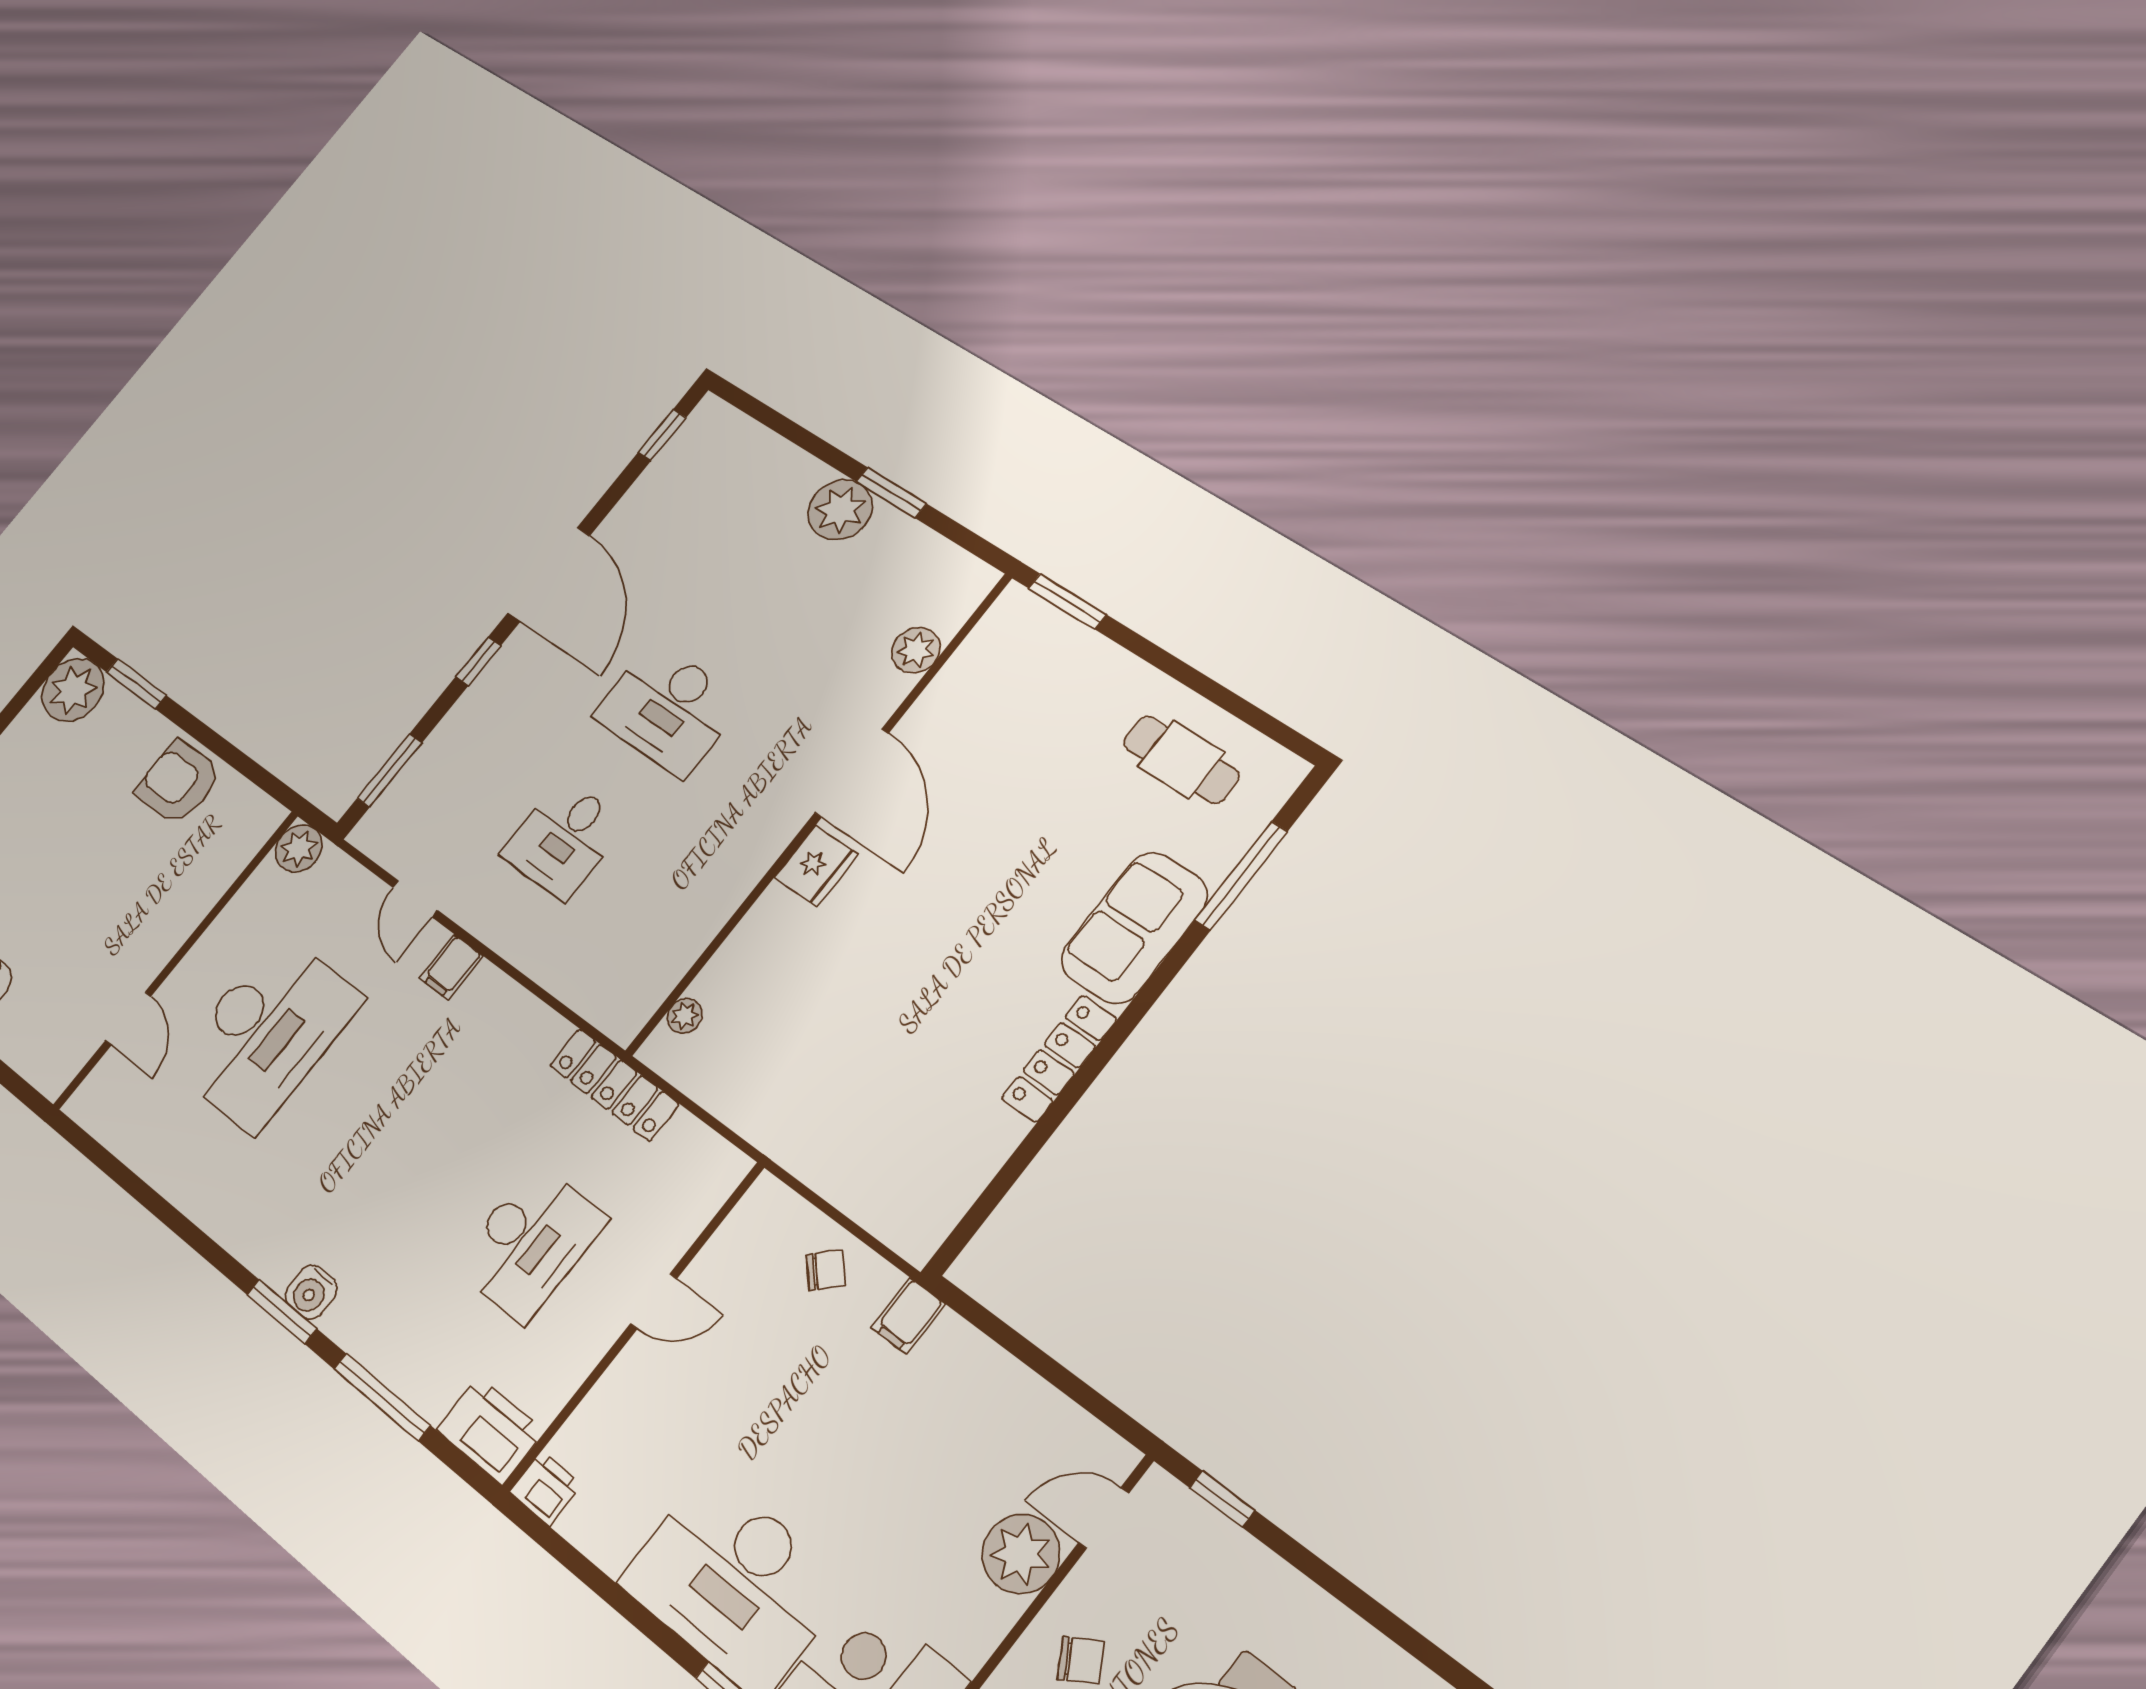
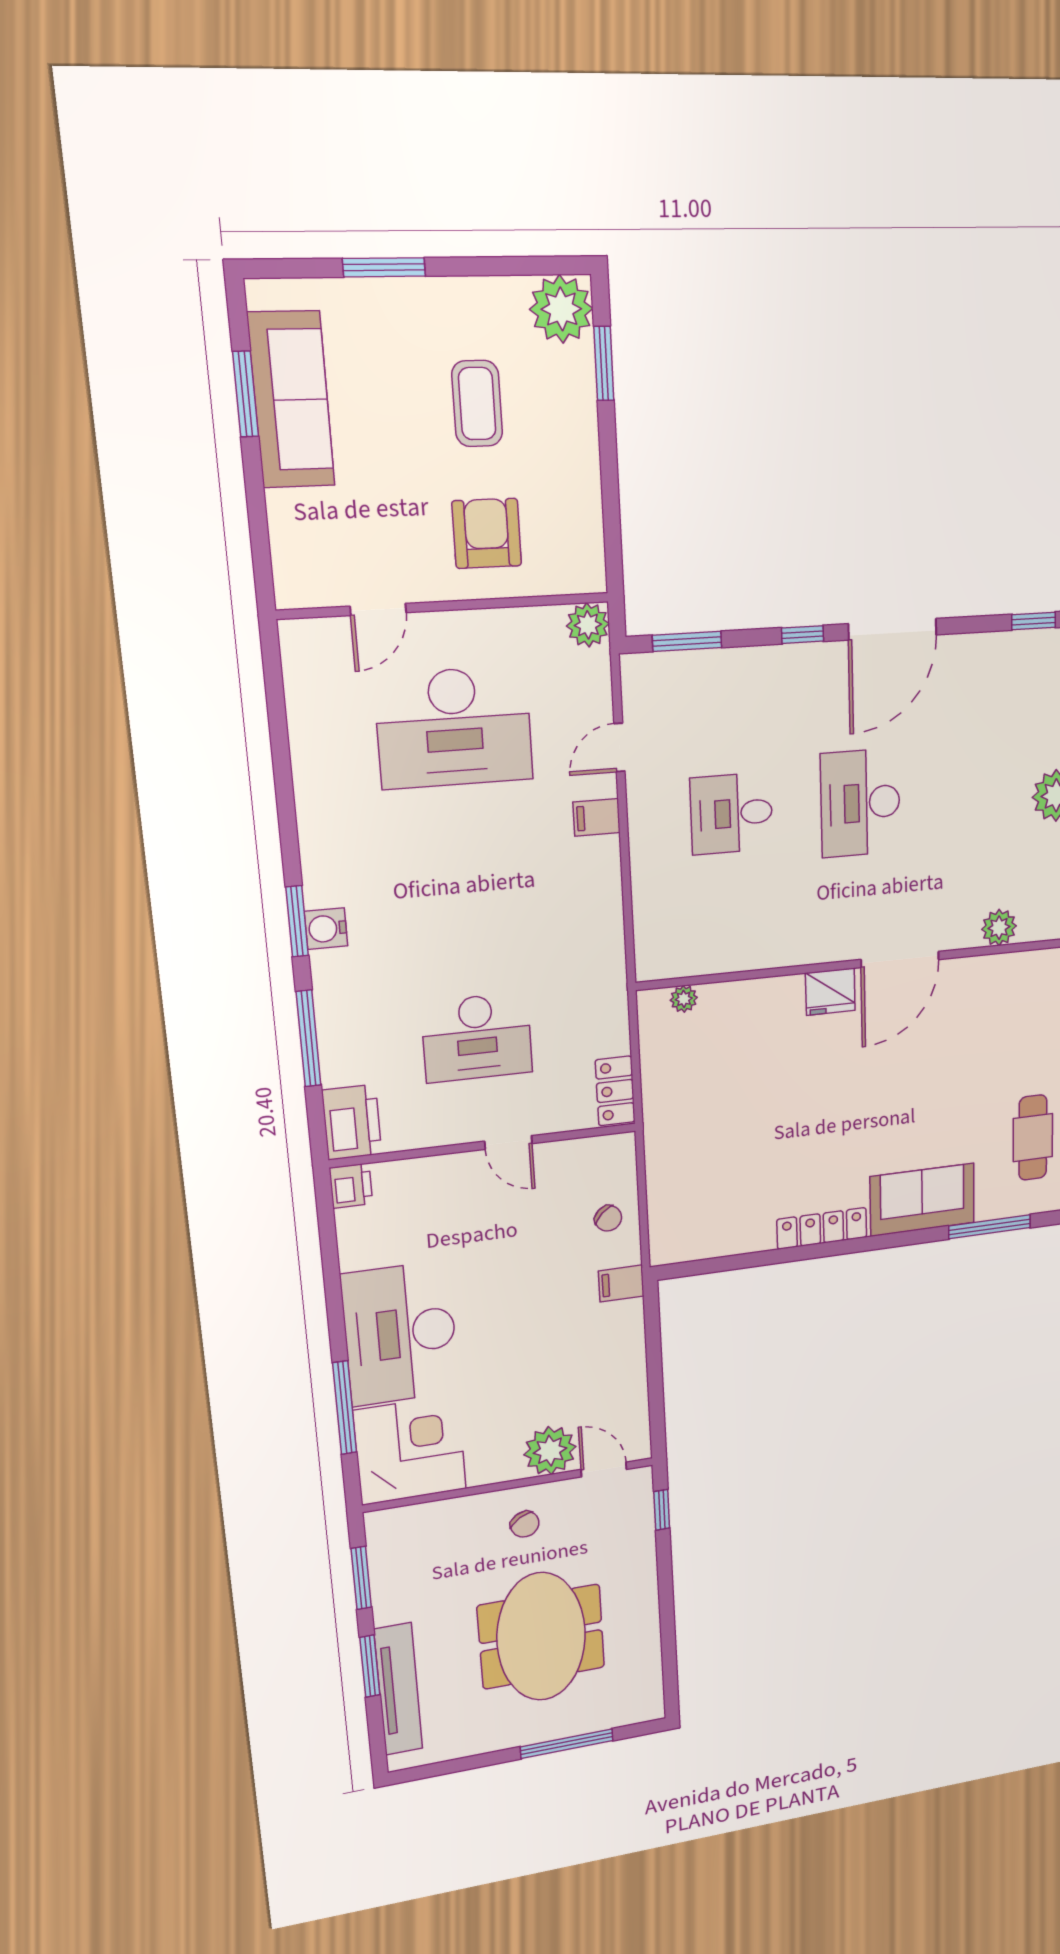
armchair: (178, 783) -> (487, 533), moved
coffee table: (71, 811) -> (477, 404), added
locker: (614, 1085) -> (615, 1091), moved, width x0.66

